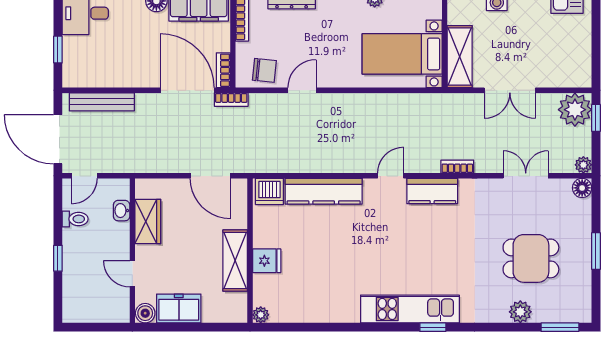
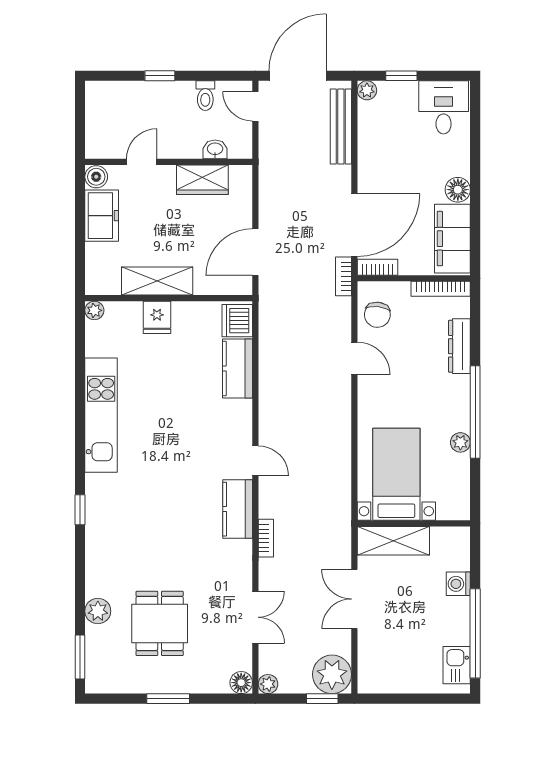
plant: (71, 79) -> (367, 90), added
kitchen counter: (324, 191) -> (237, 369), width x0.67
kitchen unit: (410, 309) -> (101, 415), moved

